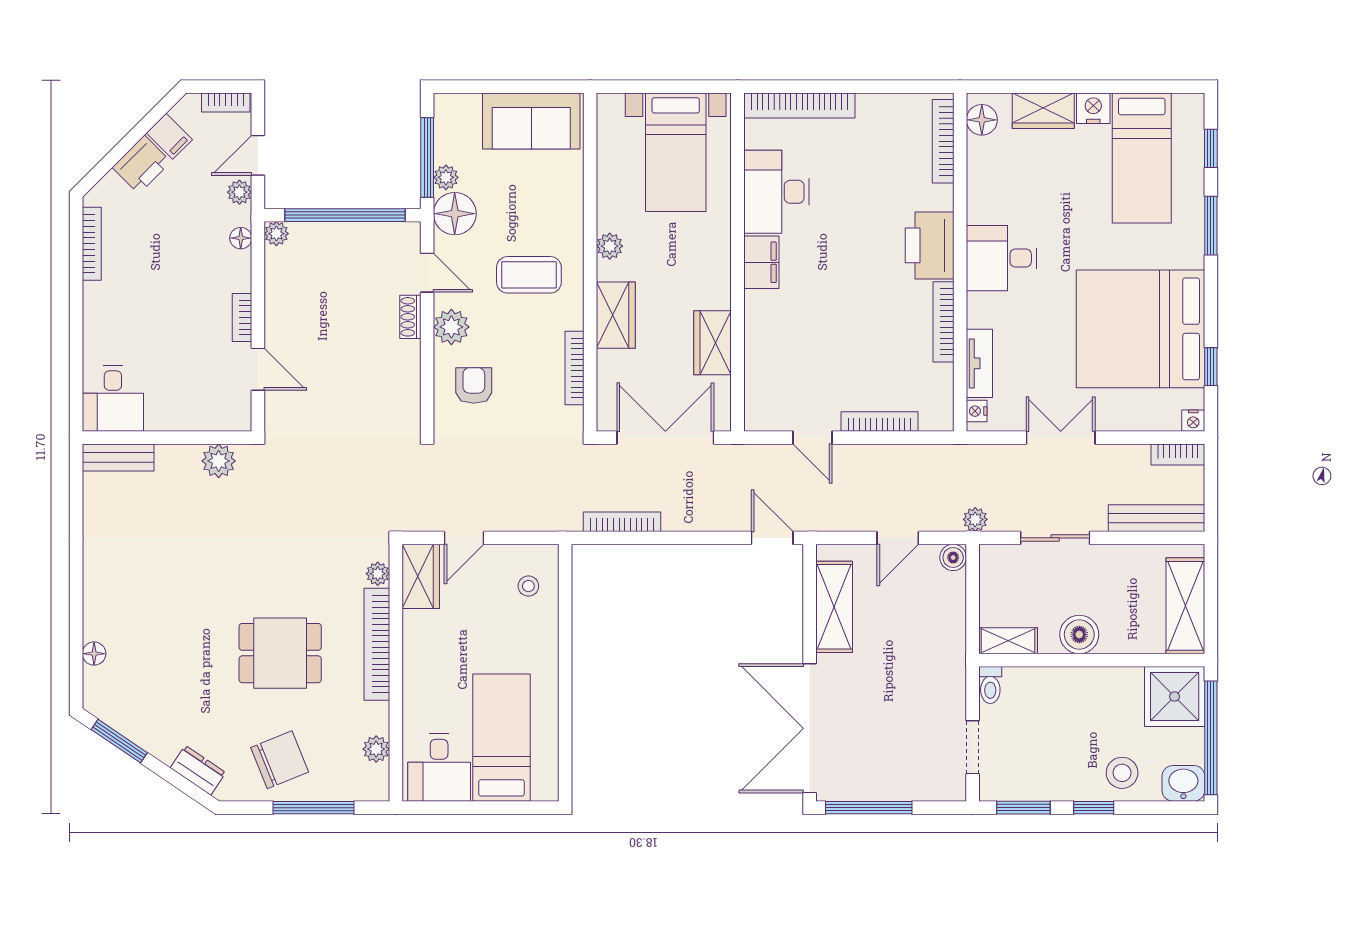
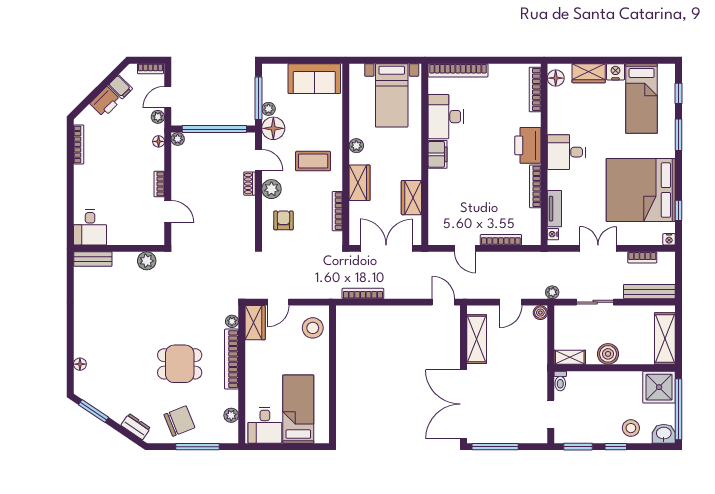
bookcase: (1178, 455) -> (642, 257), moved
stool: (528, 586) -> (313, 328), width x1.89, depth x1.89

